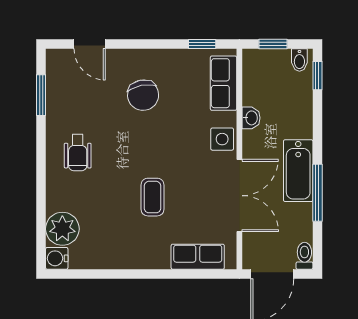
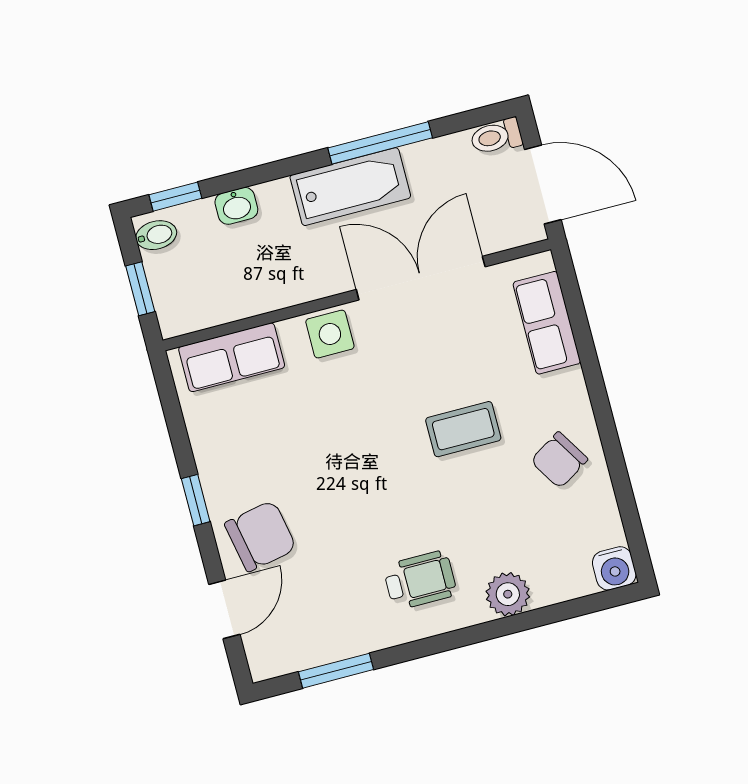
window: (202, 44) -> (196, 500), moved
chair: (143, 95) -> (261, 536), moved
washbasin: (251, 118) -> (236, 206), moved, turned 180
plant: (62, 229) -> (508, 594), moved, width x0.73, depth x0.73
chair: (122, 244) -> (559, 460), added

